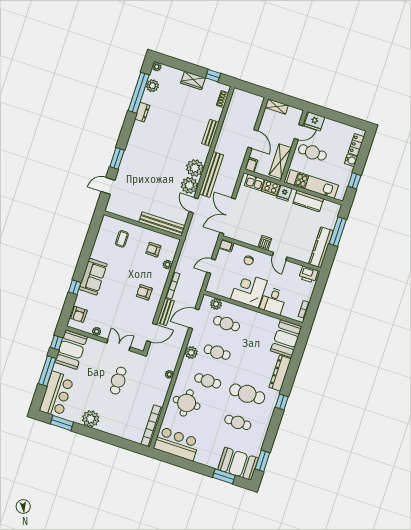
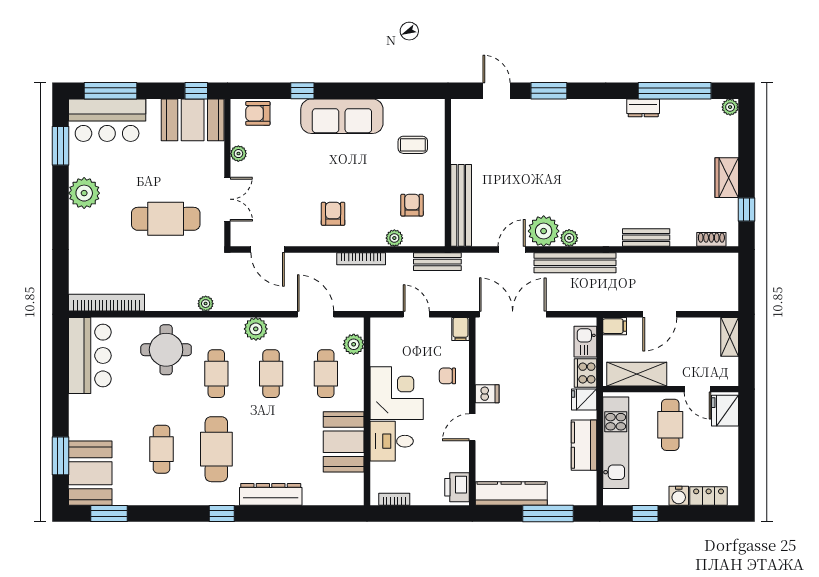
plant: (152, 86) -> (695, 110), removed
plant: (195, 168) -> (569, 238), width x0.53, depth x0.53
sofa: (93, 277) -> (342, 116), width x1.36
bench: (166, 312) -> (437, 262), moved
booth: (286, 339) -> (344, 442), moved, turned 90
window: (47, 371) -> (110, 91), moved
cafe table: (118, 381) -> (166, 219), width x1.37, depth x1.35

